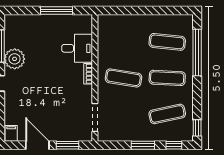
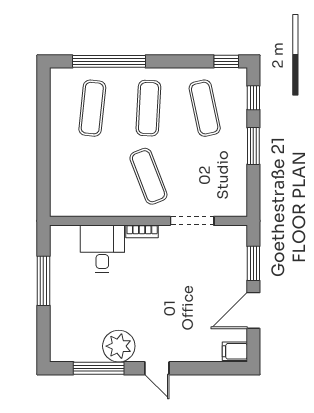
exercise mat: (123, 78) -> (148, 176), turned -30
doorway: (95, 118) -> (192, 221), moved

